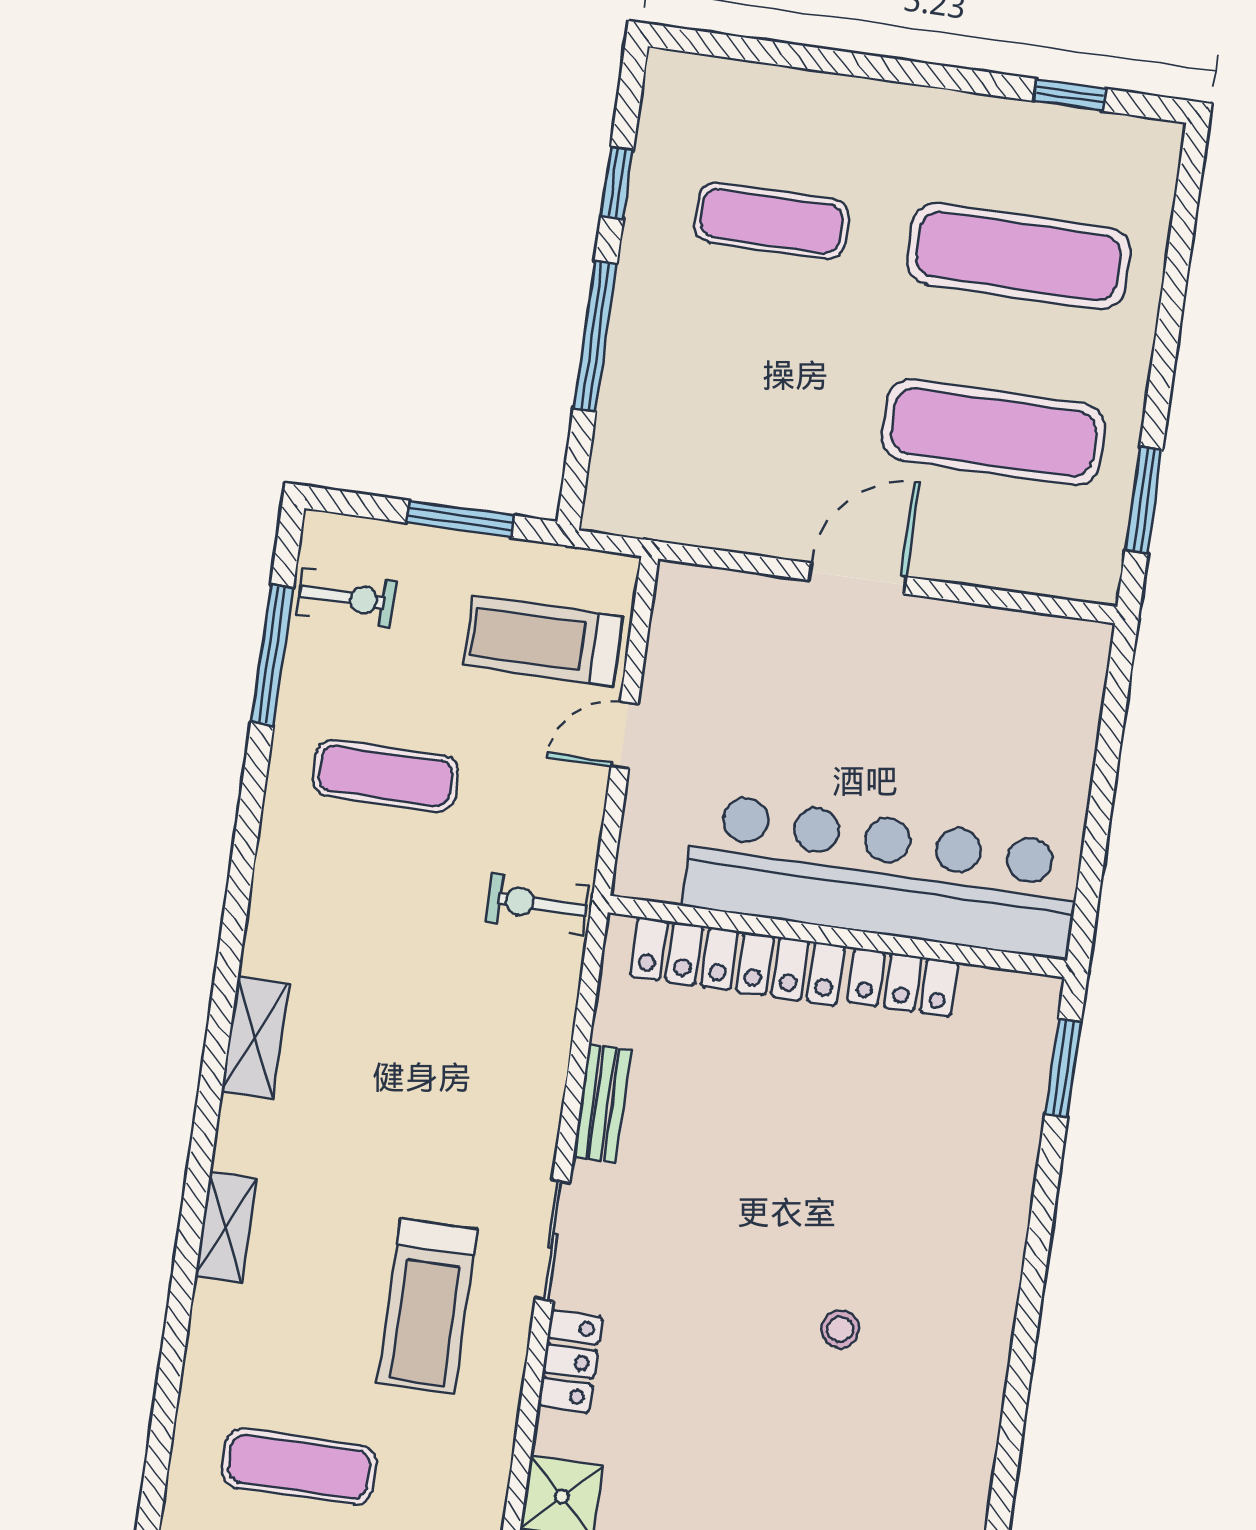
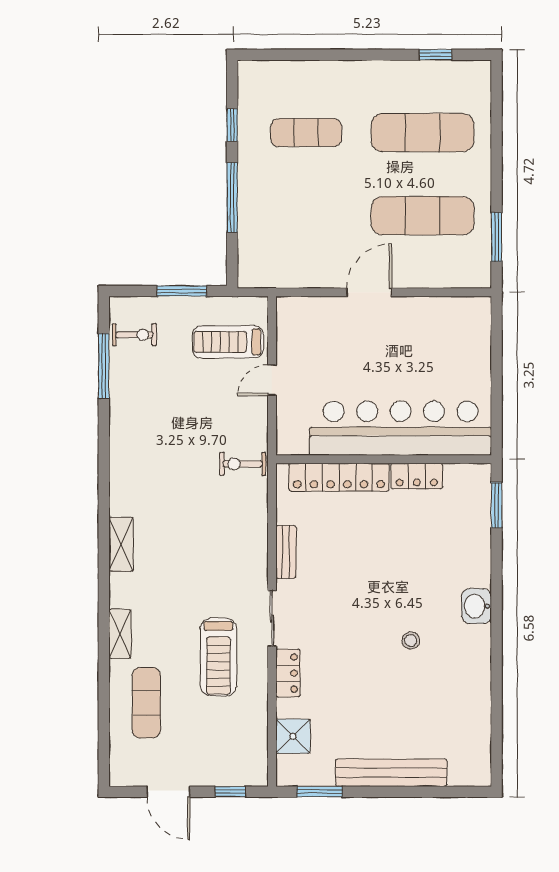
exercise mat: (385, 776) -> (164, 415), removed
washbasin: (990, 1276) -> (476, 606), added
exercise mat: (299, 1467) -> (146, 703), moved, turned 90

